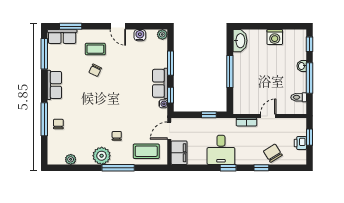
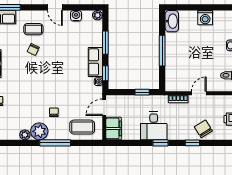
plant: (71, 159) -> (25, 135), moved

